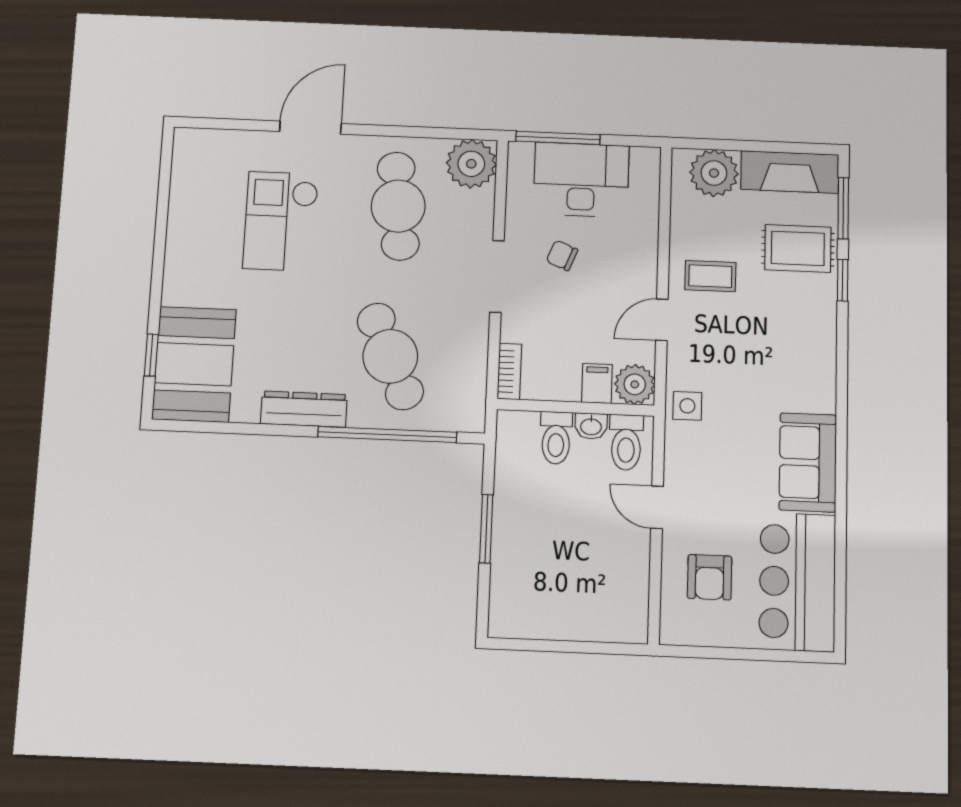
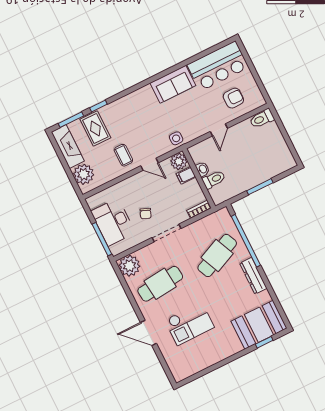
toilet: (626, 442) -> (262, 119), moved, turned 180

